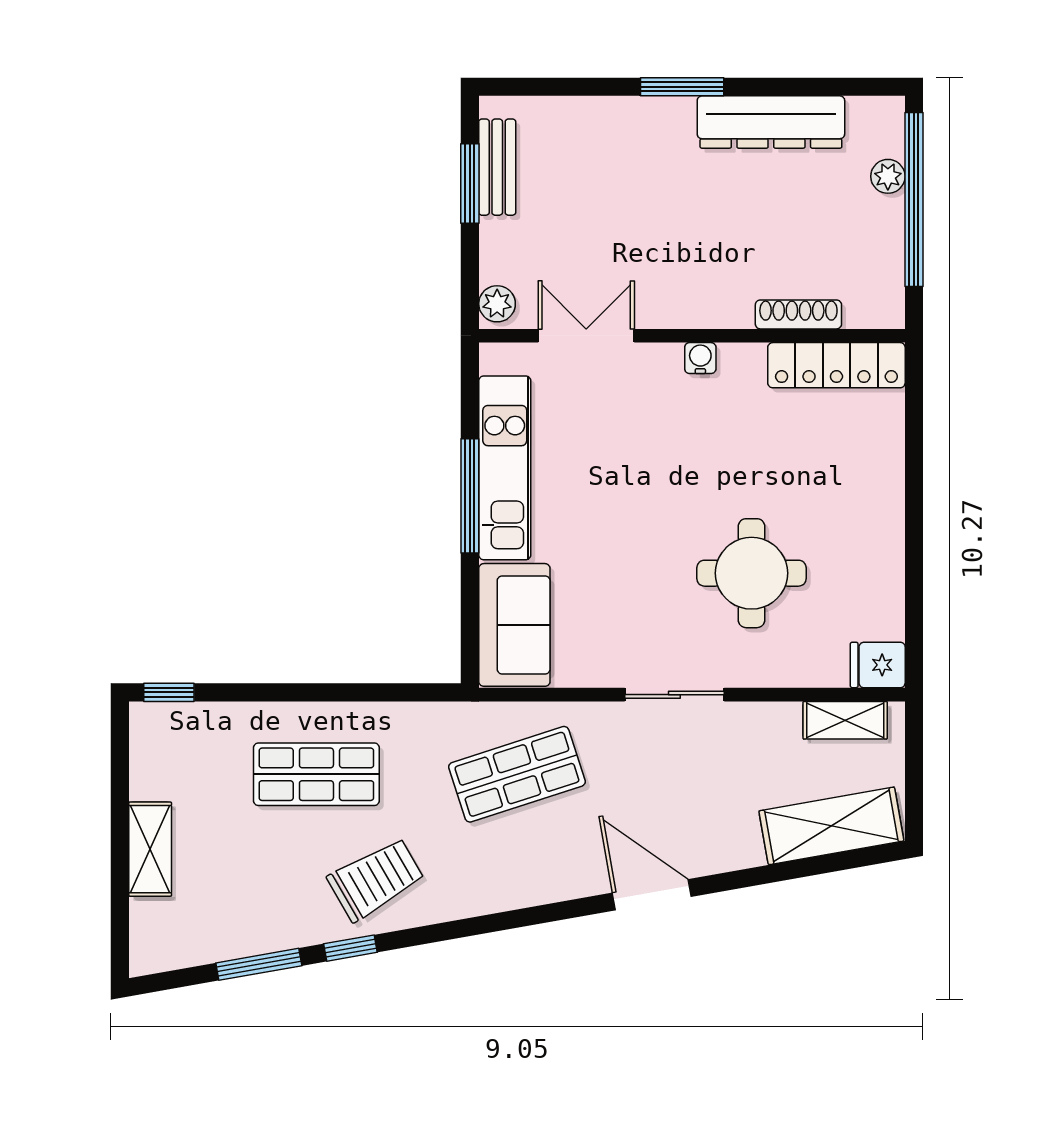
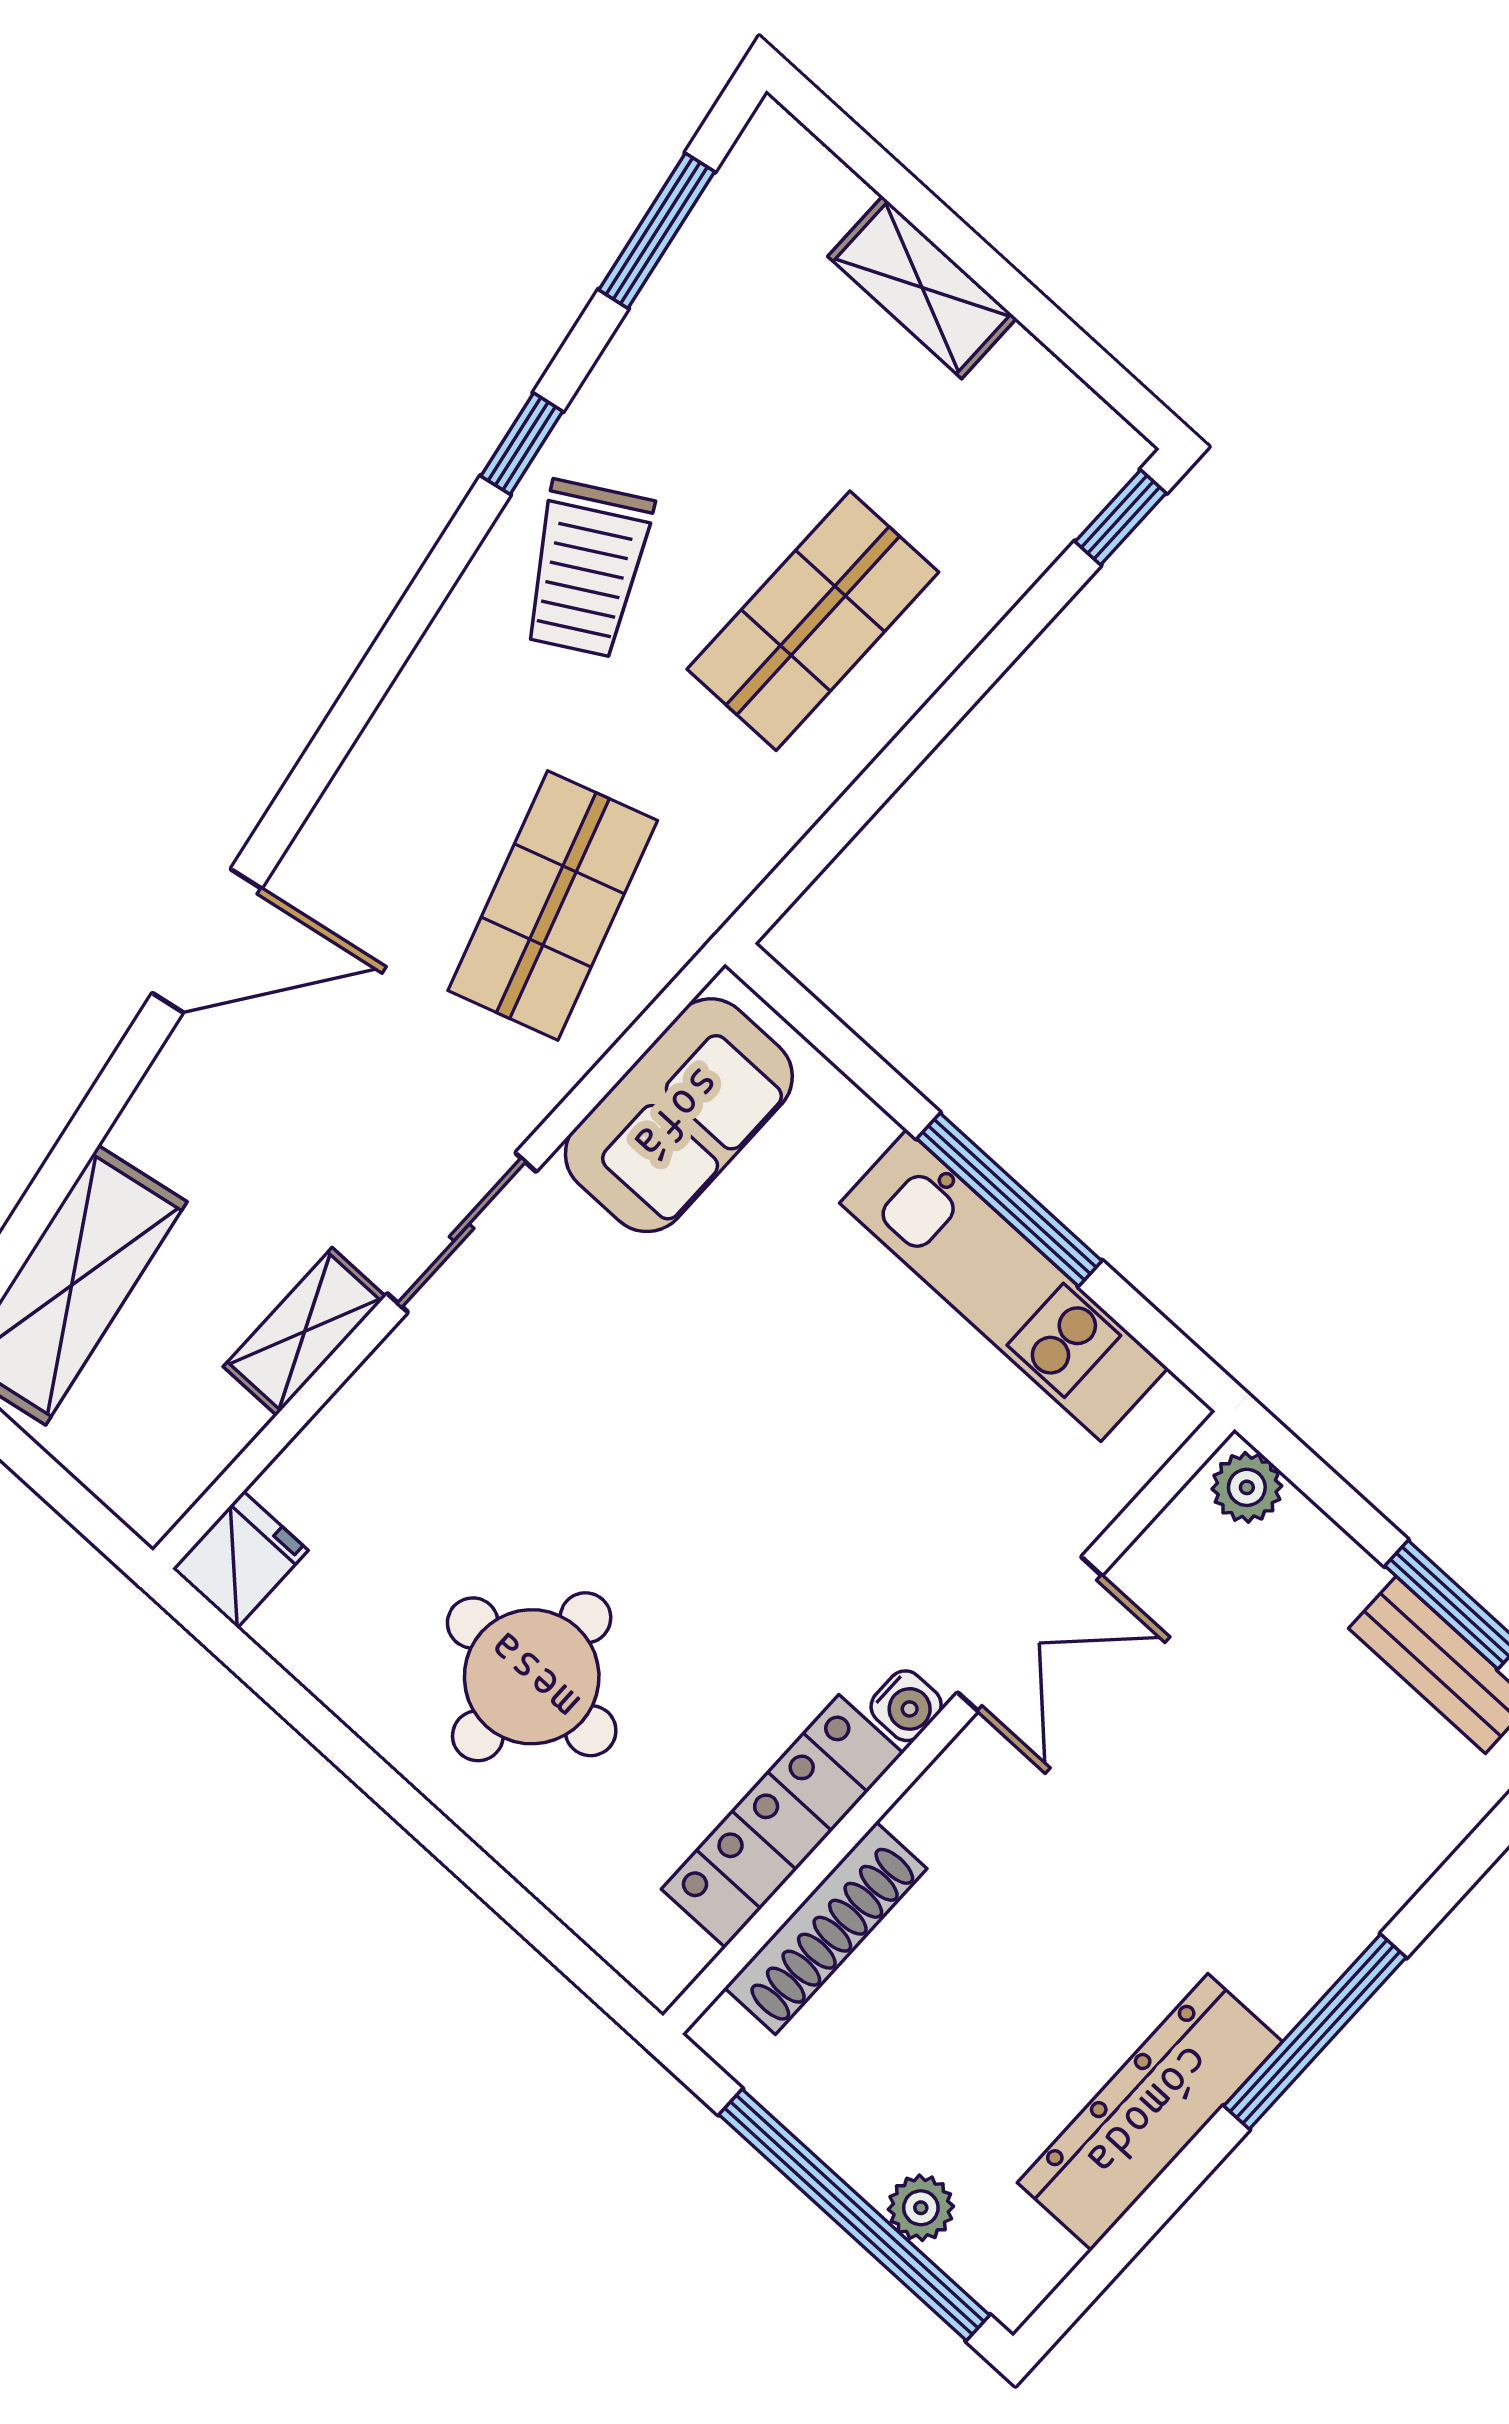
window: (682, 87) -> (1315, 2032), width x1.44
shoe rack: (798, 314) -> (826, 1928), width x1.36, depth x1.24
double door: (586, 336) -> (1030, 1634), moved
locker: (836, 365) -> (782, 1821), moved
round table: (751, 573) -> (532, 1677), moved
sofa: (514, 625) -> (679, 1115), moved, turned -90
shelving: (845, 720) -> (304, 1332), moved
window: (259, 964) -> (657, 231), moved

